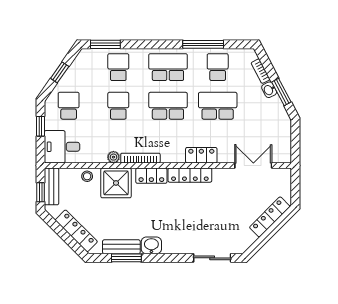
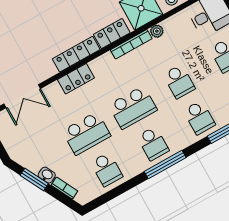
window: (203, 44) -> (165, 164), moved
school desk: (168, 67) -> (153, 144), width x0.54

